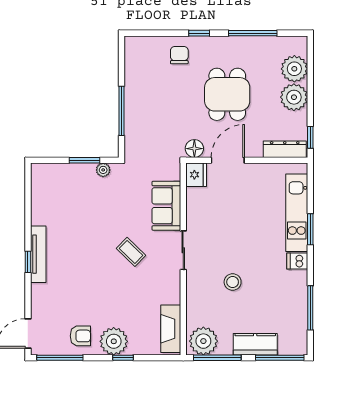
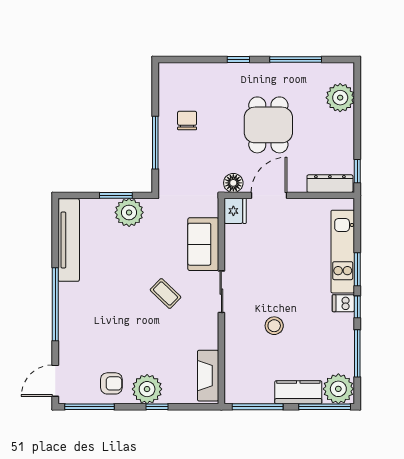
chair: (179, 55) -> (187, 121), moved
plant: (294, 97) -> (340, 128), removed
plant: (103, 170) -> (129, 212), width x1.87, depth x1.87
tv unit: (38, 254) -> (69, 240), moved, width x1.36, depth x1.29
window: (28, 262) -> (55, 304), width x3.17
window: (310, 264) -> (357, 307), added
plant: (203, 341) -> (338, 389), moved

